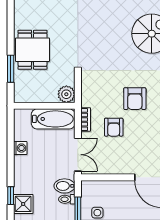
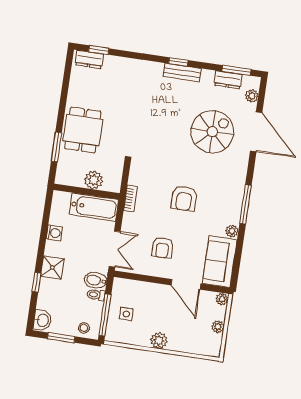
plant: (66, 94) -> (94, 180), moved
bookcase: (86, 120) -> (130, 198), moved
armchair: (114, 127) -> (162, 248), moved
shower: (23, 204) -> (52, 268), moved

